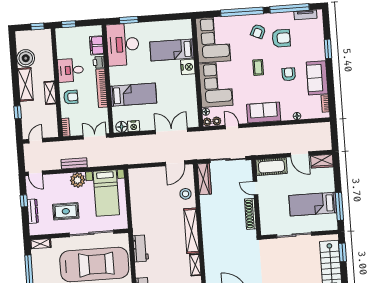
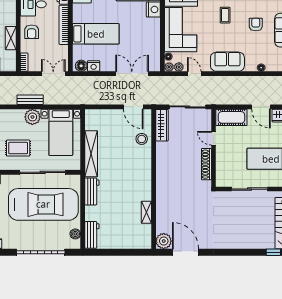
shelving: (50, 93) -> (11, 38), moved
armchair: (71, 97) -> (32, 32), turned 90
door: (175, 163) -> (133, 107), hinge flipped
shelving: (191, 231) -> (91, 154), moved

